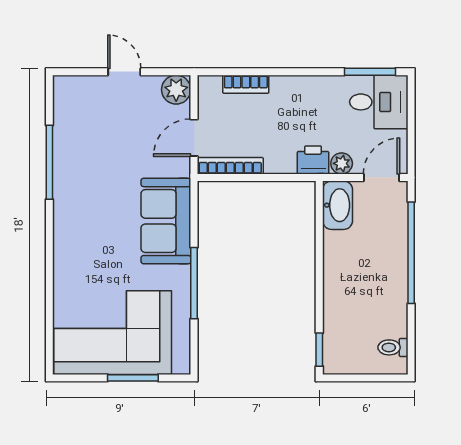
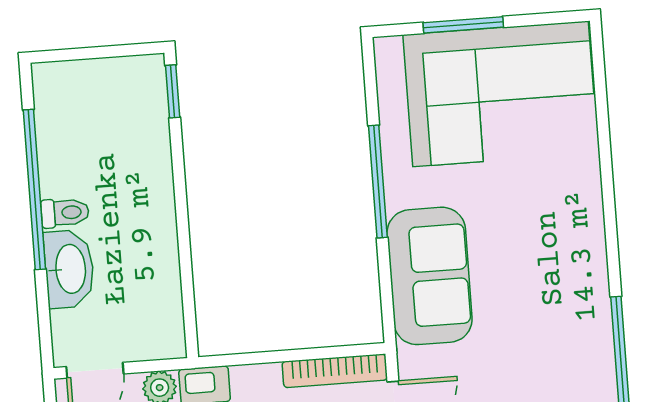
washbasin: (338, 205) -> (69, 269), moved, turned 180
window: (411, 253) -> (34, 190), moved
toilet: (393, 347) -> (65, 213), moved

